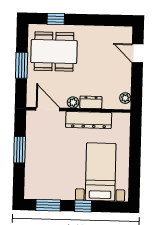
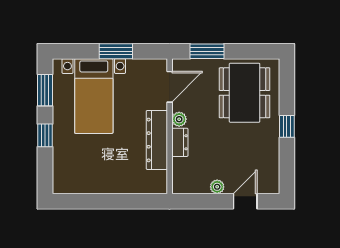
window: (56, 19) -> (287, 126), moved
window: (22, 65) -> (207, 51), moved
plant: (125, 98) -> (217, 187), moved
bed with nightstands: (101, 172) -> (94, 96), moved, turned 90

